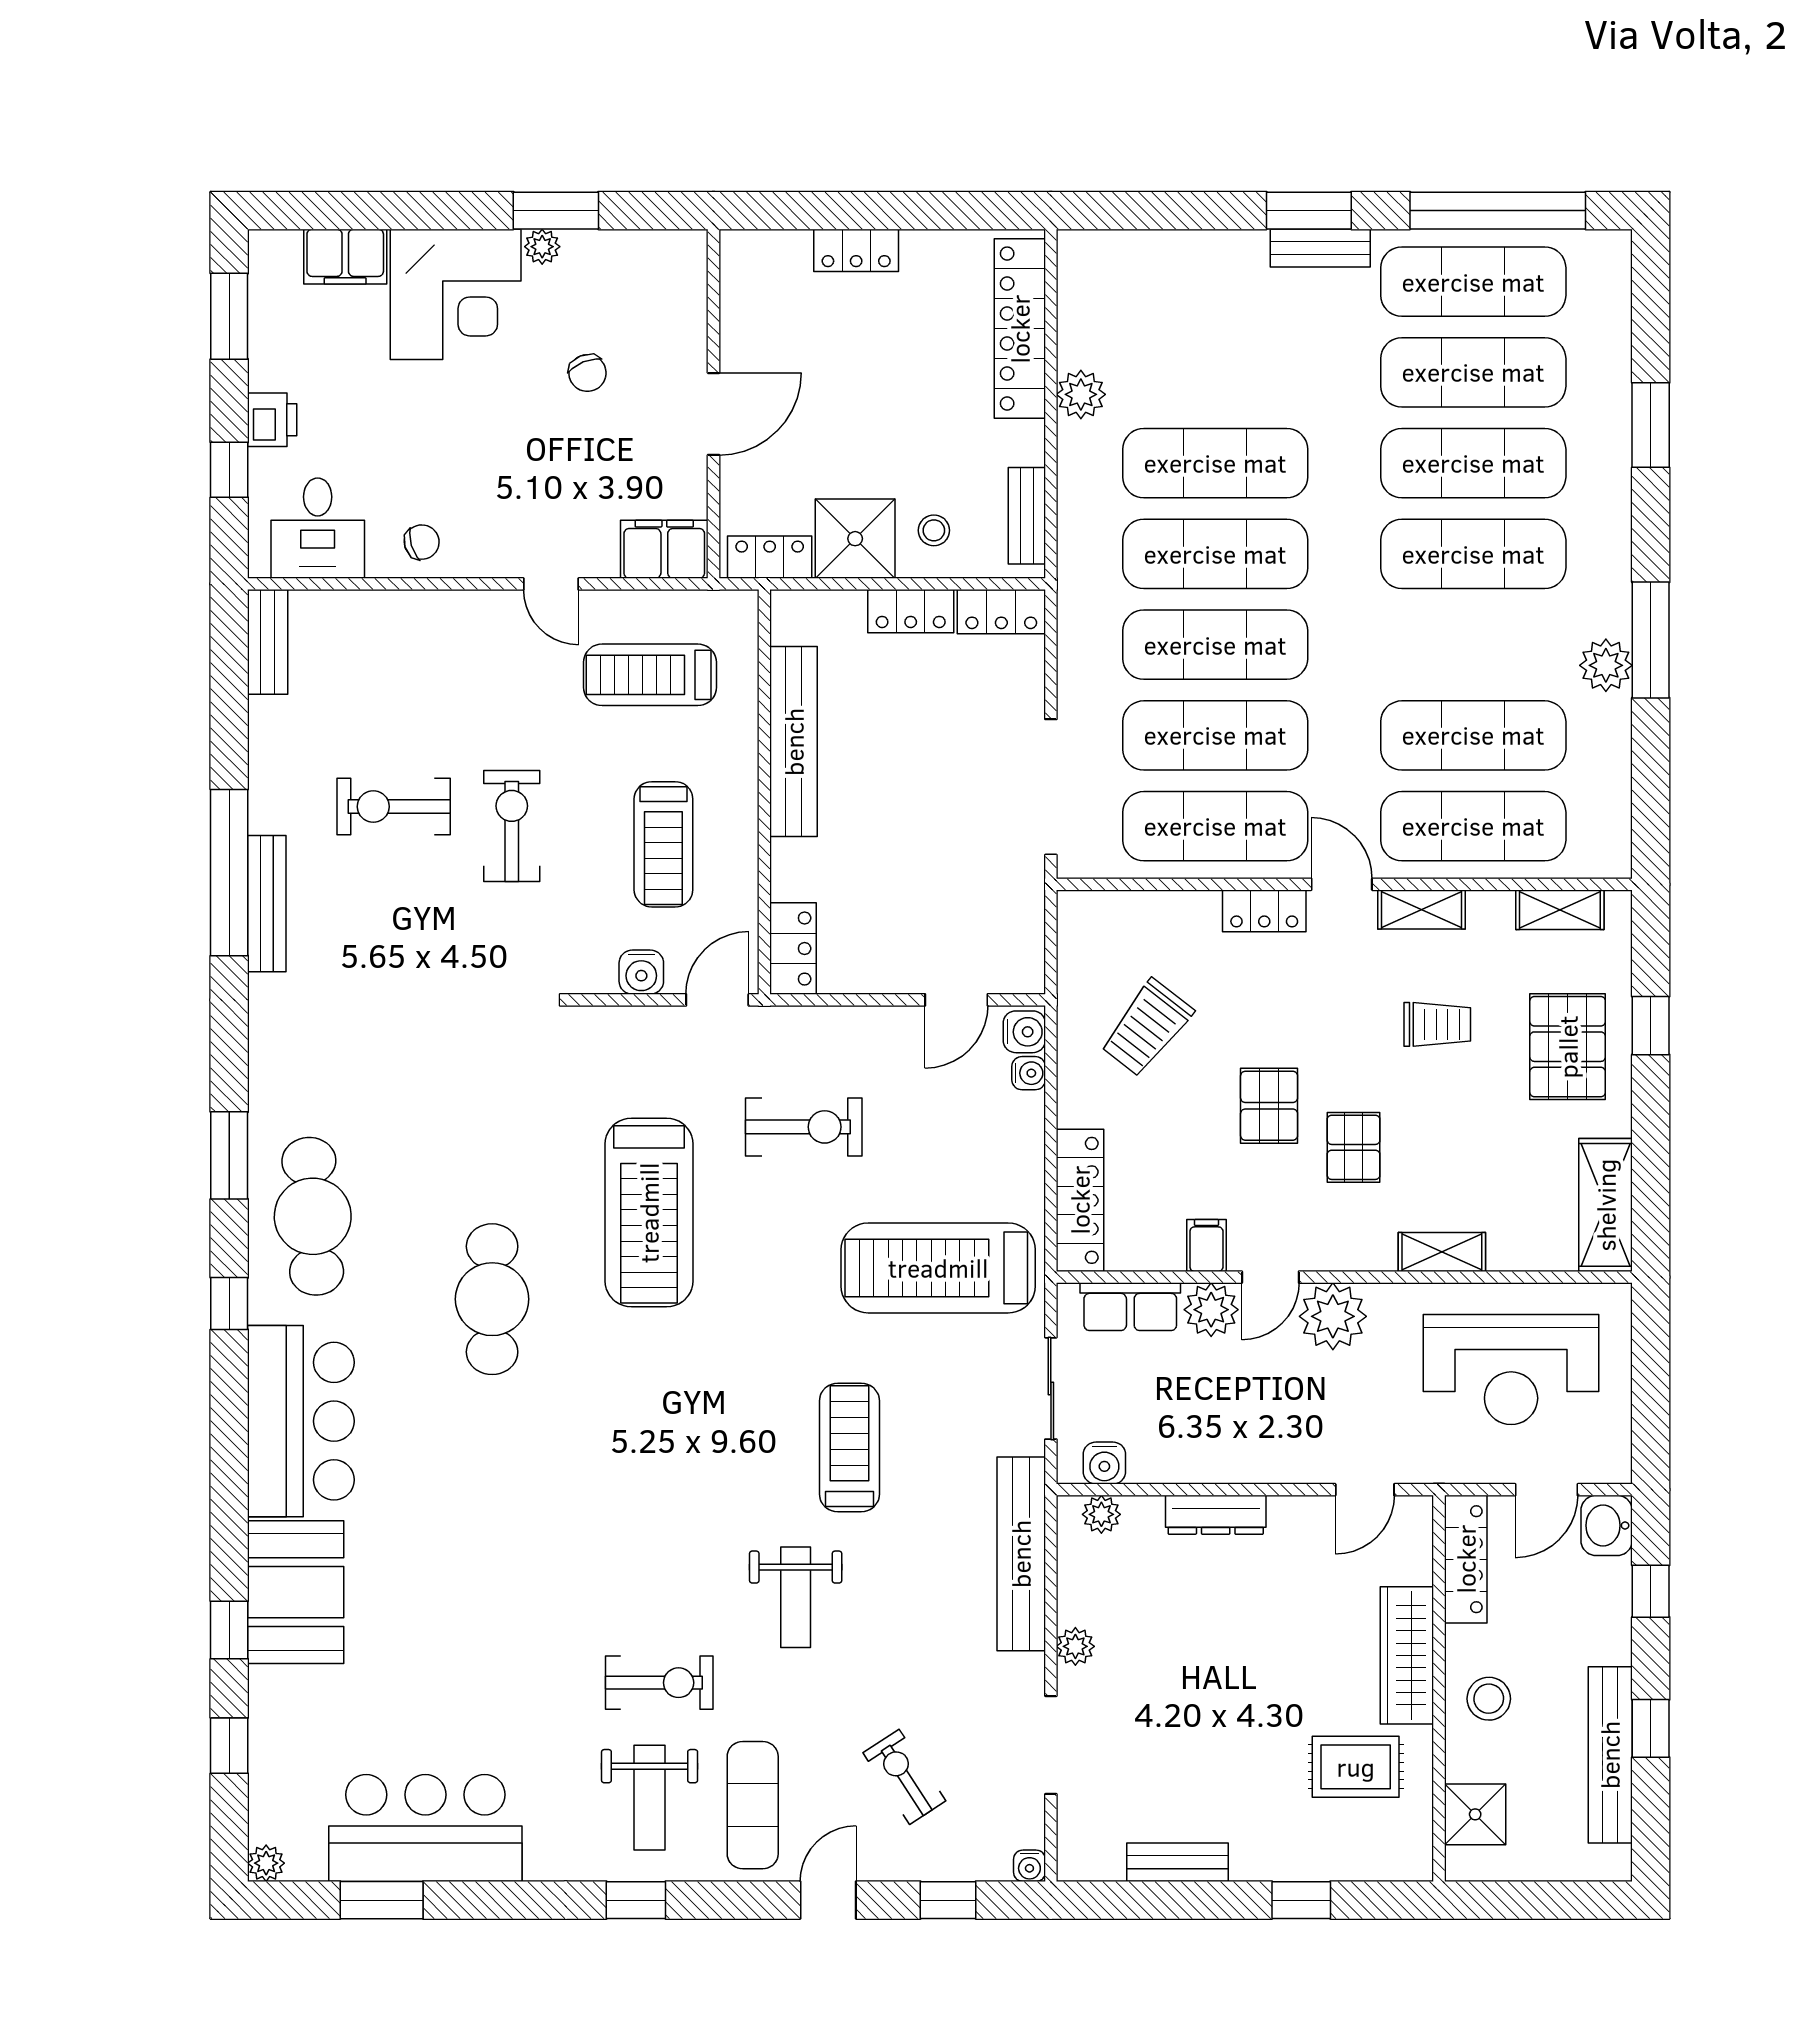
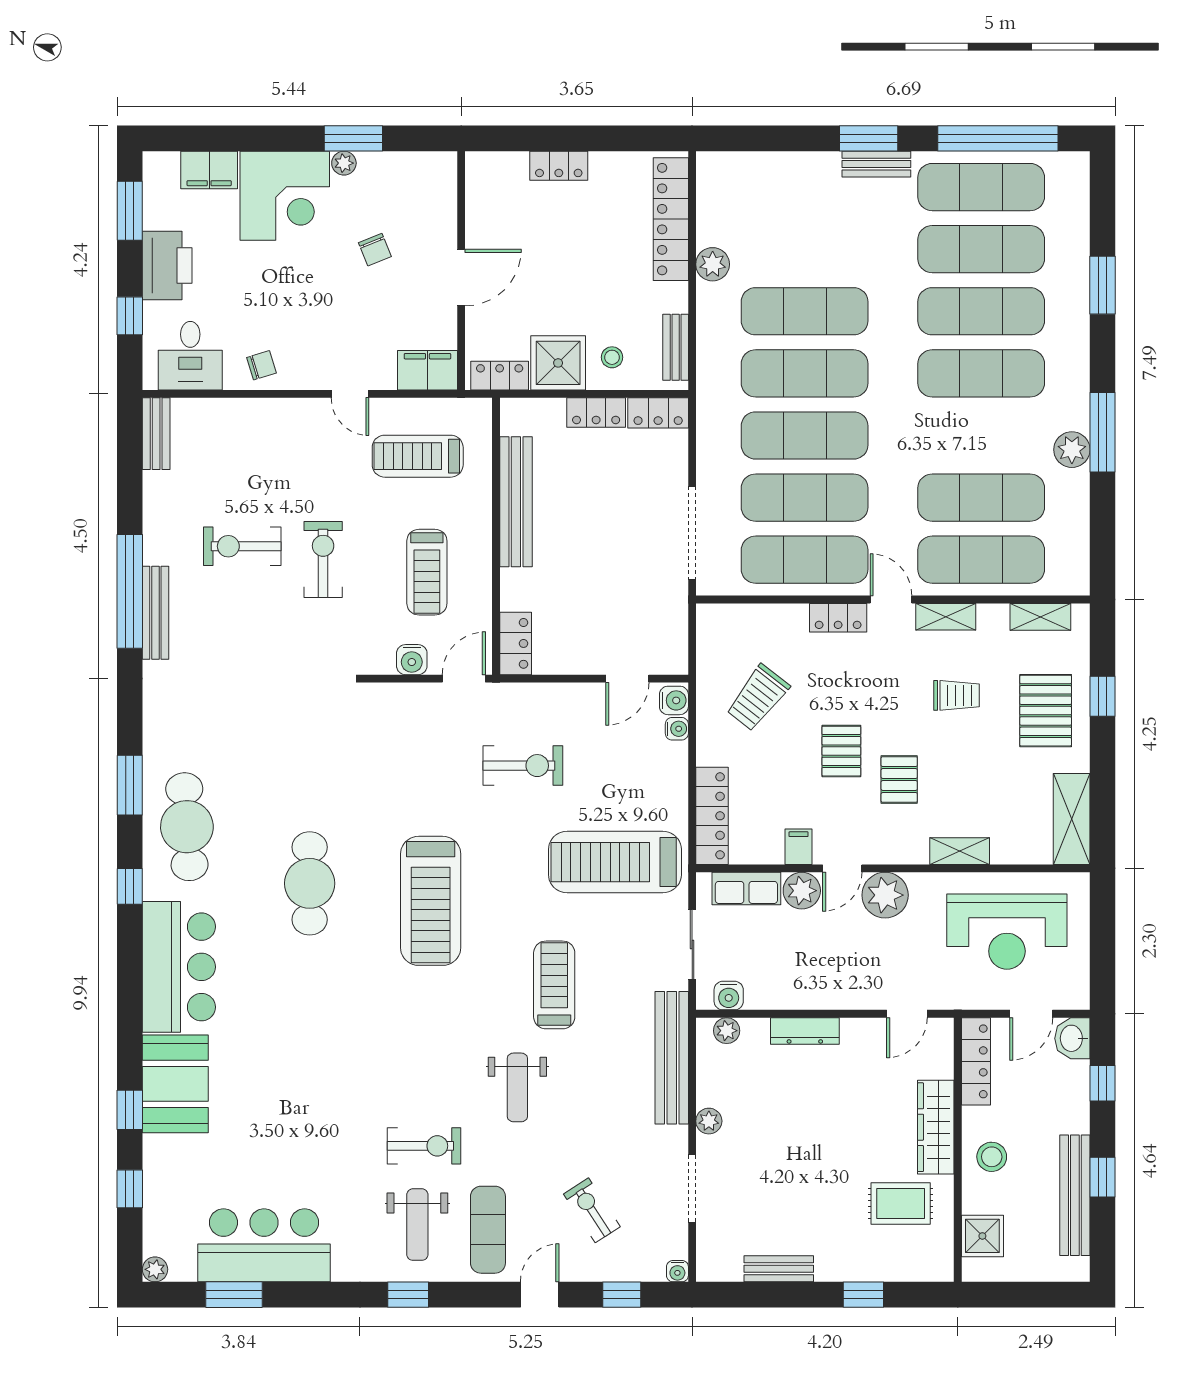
printer: (272, 420) -> (167, 265), width x1.87, depth x1.48
treadmill: (649, 1213) -> (431, 901), moved

